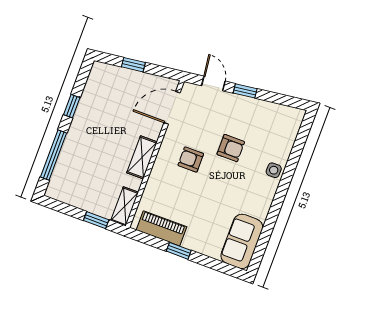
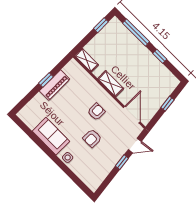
window: (96, 220) -> (101, 25), moved
piano: (161, 228) -> (55, 85), moved
sofa: (242, 241) -> (51, 136), moved

